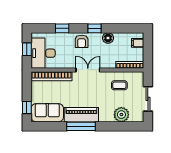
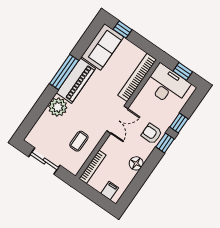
window: (95, 28) -> (165, 143), moved
plant: (121, 115) -> (58, 107), moved

